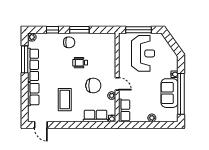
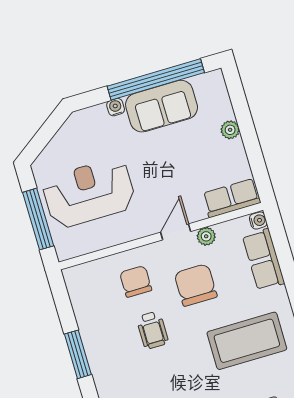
chair: (69, 42) -> (136, 281), moved
coffee table: (65, 100) -> (247, 341), width x1.36, depth x1.32

